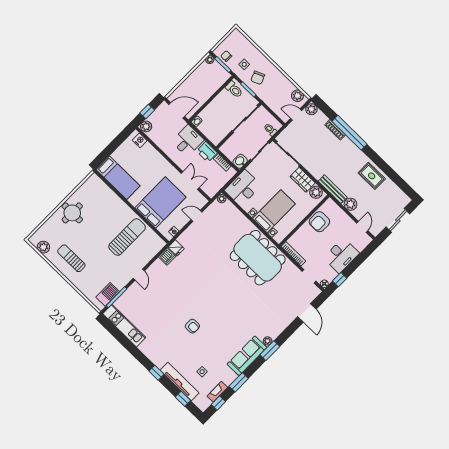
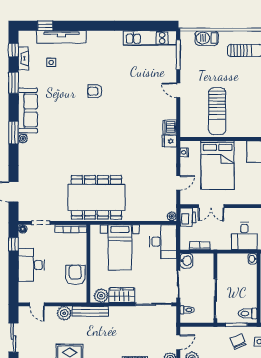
printer: (207, 152) -> (188, 217), moved, turned 90
barbecue: (108, 294) -> (207, 38), moved, turned 90
window: (156, 373) -> (87, 26), removed

